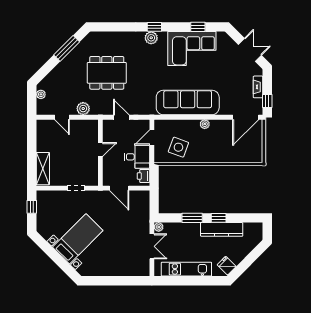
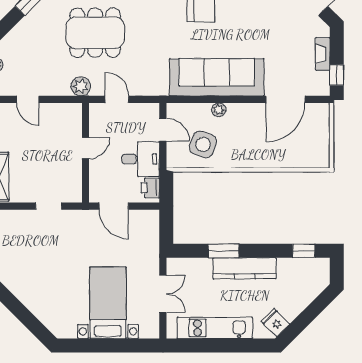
plant: (83, 109) -> (81, 86), moved
door: (246, 117) -> (285, 99), moved
plant: (205, 124) -> (219, 110), moved
door: (152, 137) -> (163, 130), swing flipped
window: (219, 218) -> (304, 251), moved
plant: (159, 227) -> (173, 265), removed
kitchen counter: (222, 229) -> (245, 268), moved
bed with nightstands: (78, 239) -> (108, 303), moved, turned -45

